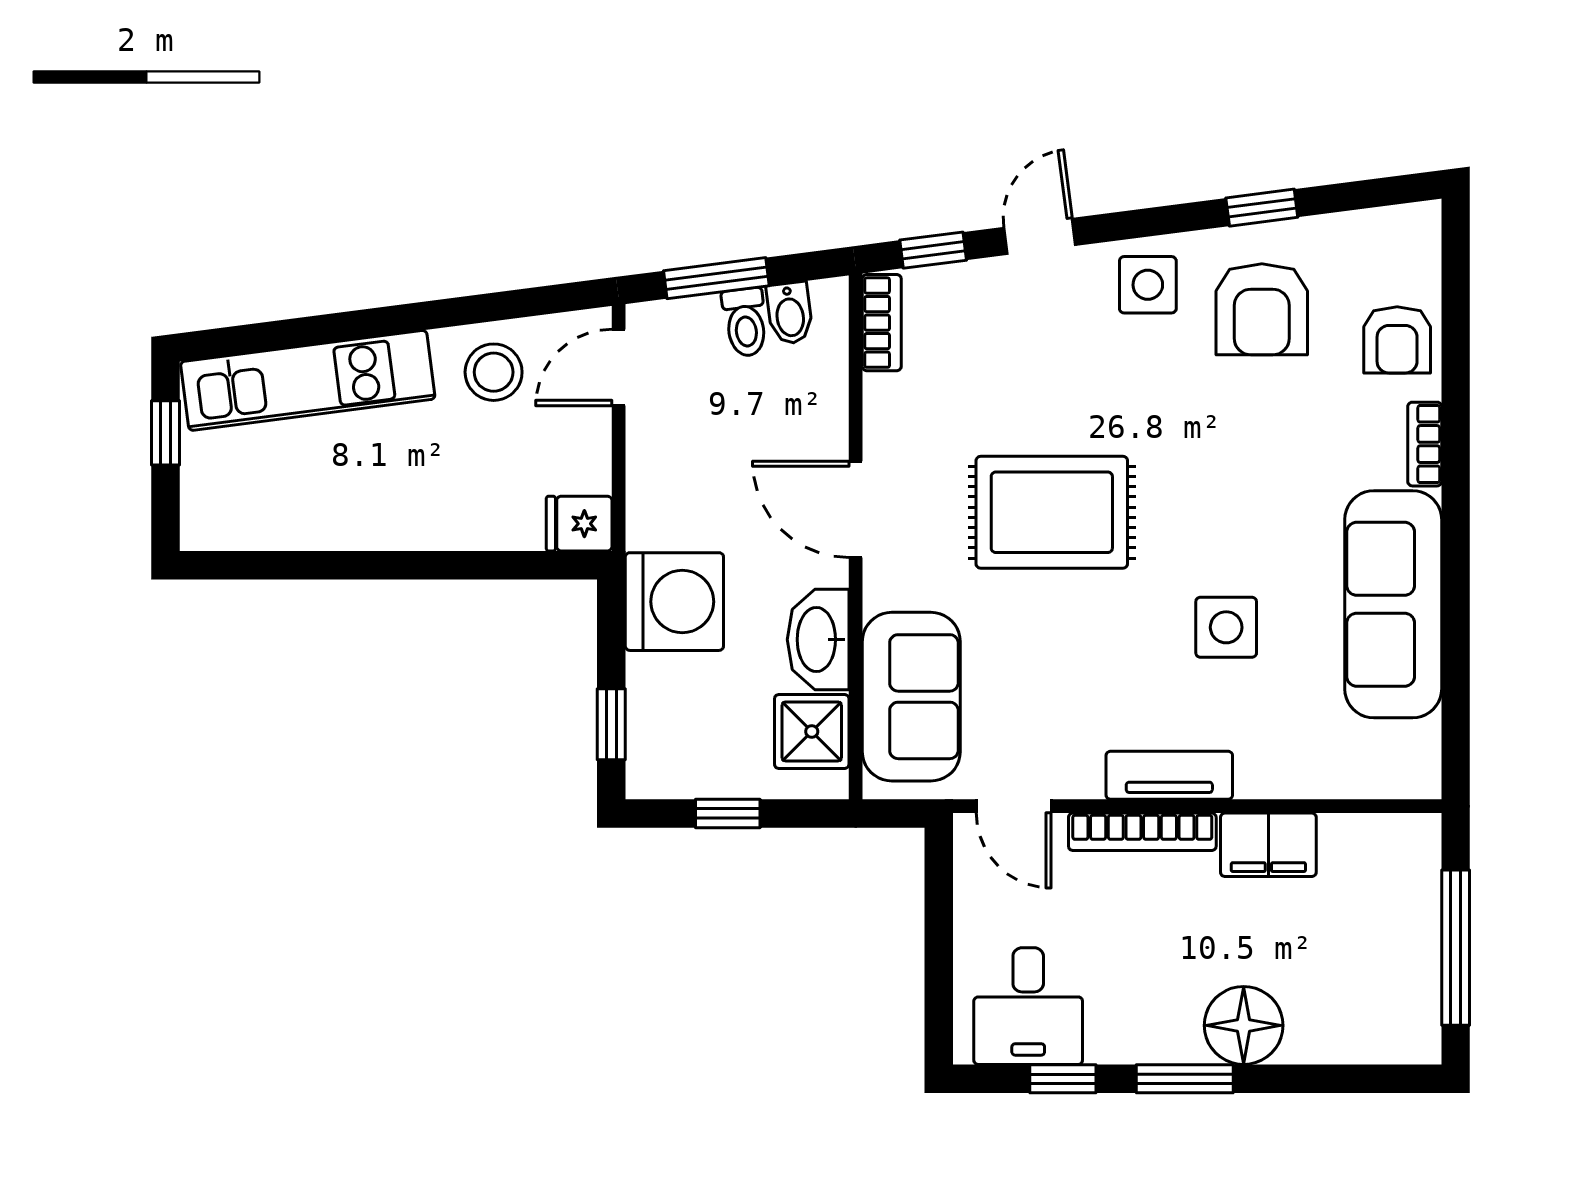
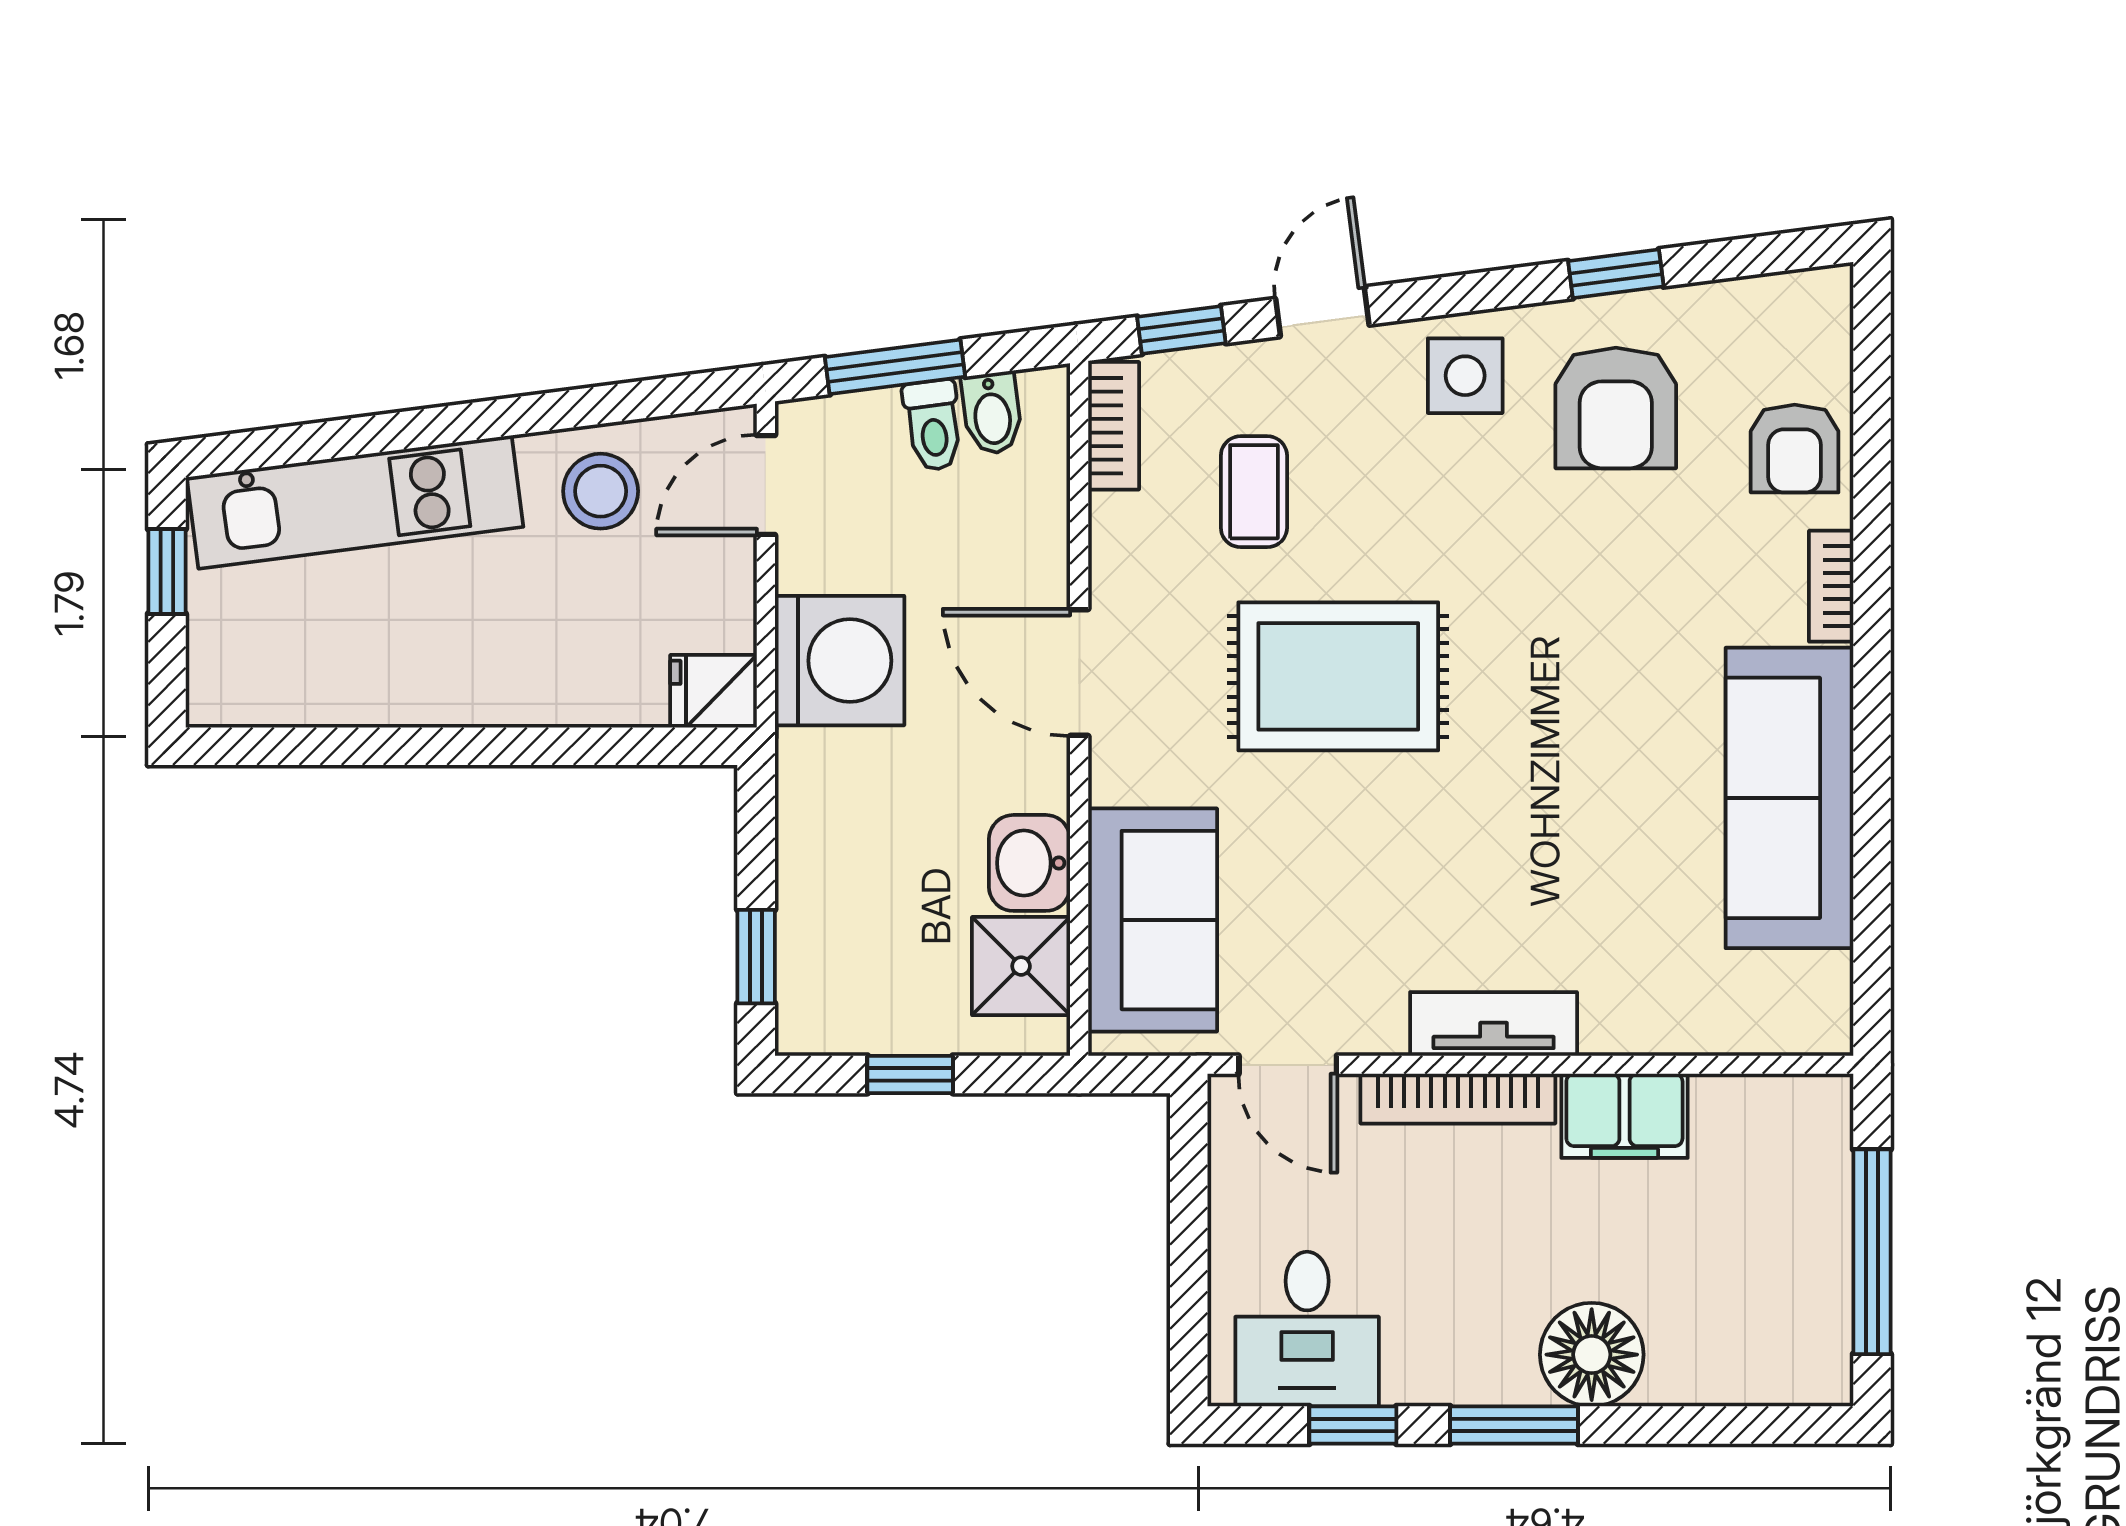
coffee table: (988, 373) -> (1254, 492), added
washing machine: (674, 602) -> (840, 661), moved
side table: (1226, 627) -> (1569, 828), removed
washbasin: (818, 640) -> (1030, 863), width x0.72

